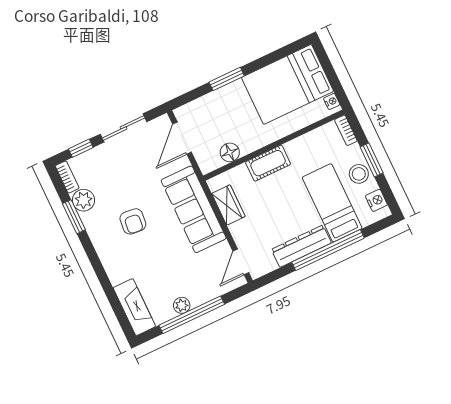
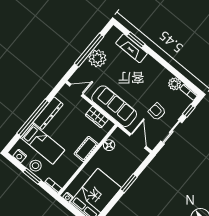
window: (74, 217) -> (136, 40), moved
armchair: (133, 221) -> (157, 112), moved
door: (241, 262) -> (76, 90), hinge flipped
plant: (182, 305) -> (97, 58), width x1.88, depth x1.88
fireplace: (134, 307) -> (132, 48), moved

